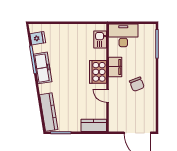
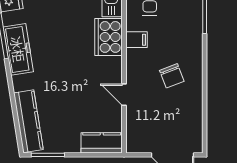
filing cabinet: (115, 67) -> (137, 40), width x0.50
cooker: (98, 72) -> (108, 37), moved

